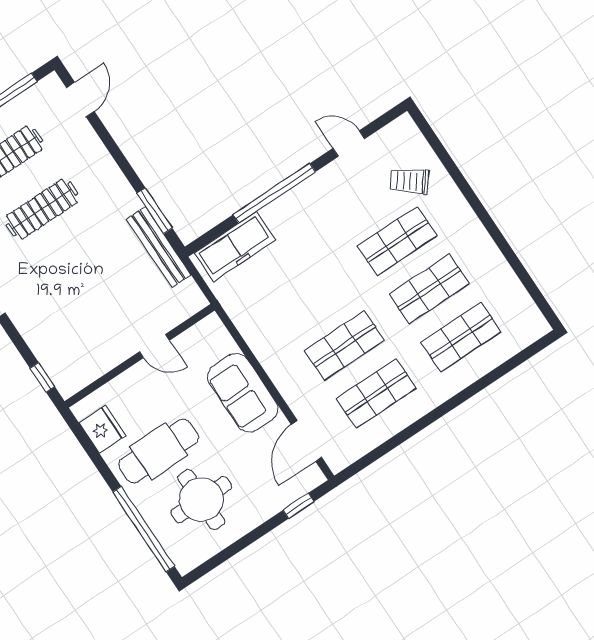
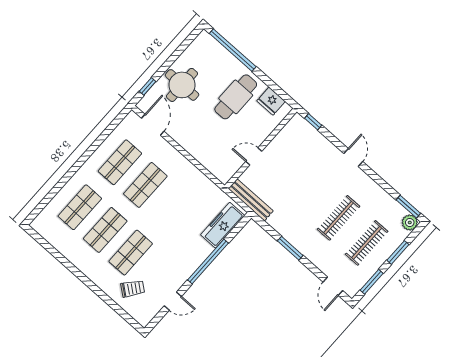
window: (155, 211) -> (290, 248), moved
bench: (159, 247) -> (251, 200), moved
sofa: (243, 393) -> (196, 143), removed
round table: (201, 500) -> (182, 85), moved

